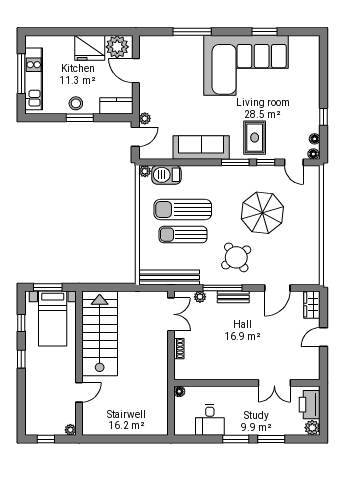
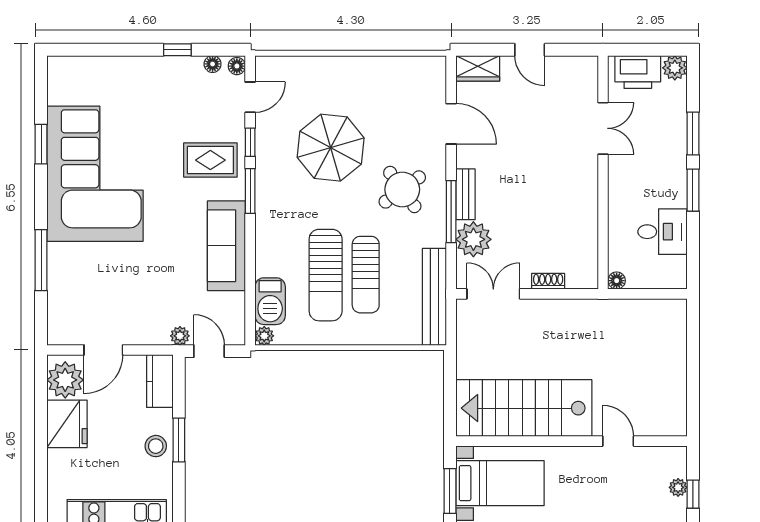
plant: (200, 297) -> (473, 239), width x1.87, depth x1.87
plant: (70, 430) -> (678, 487), moved

